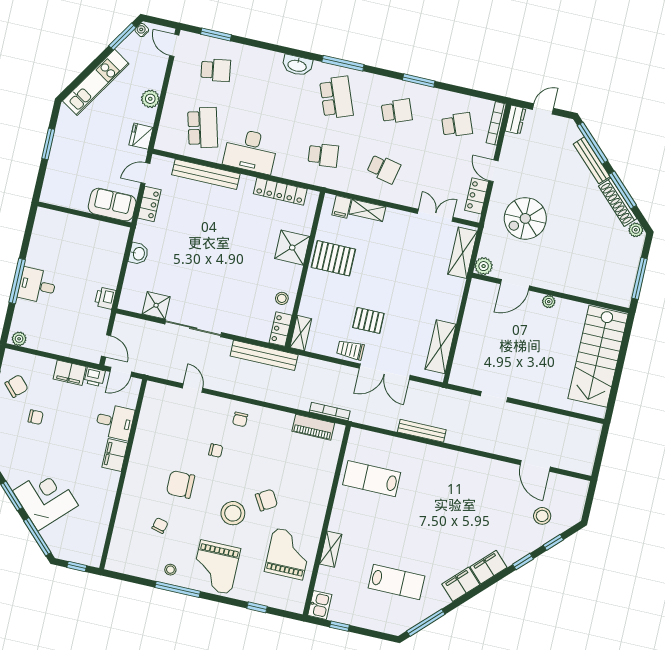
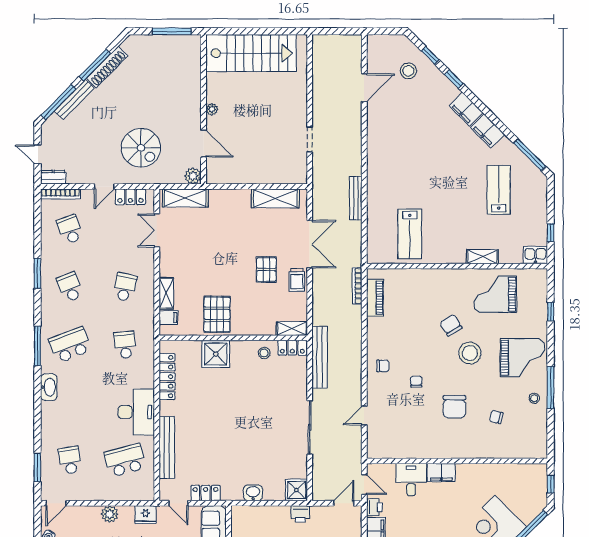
plant: (636, 230) -> (128, 45), removed
shower: (156, 305) -> (296, 490), moved

